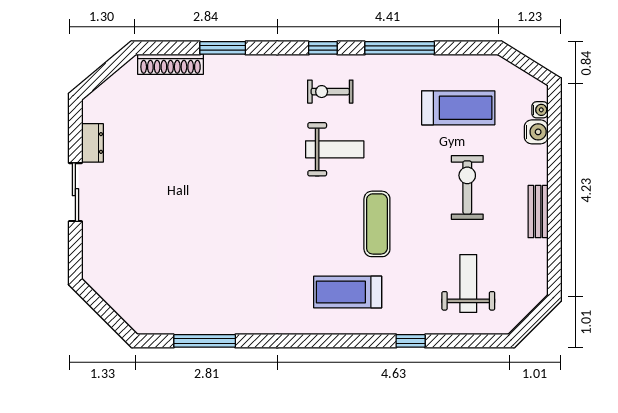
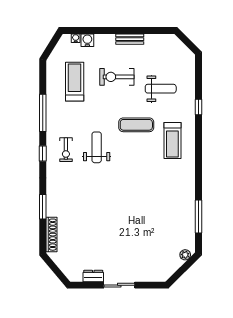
weight bench: (468, 283) -> (161, 89), moved, turned 180
plant: (132, 316) -> (185, 255), added

